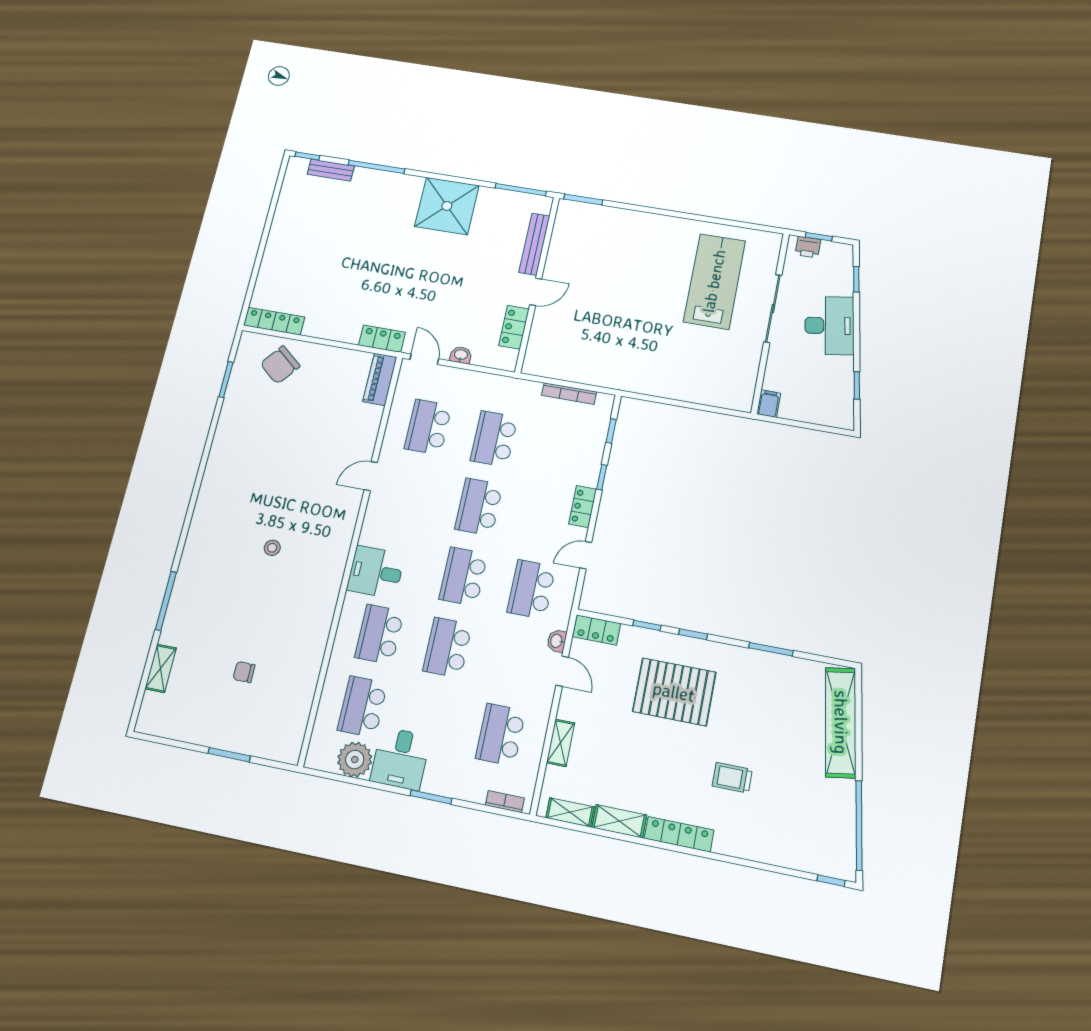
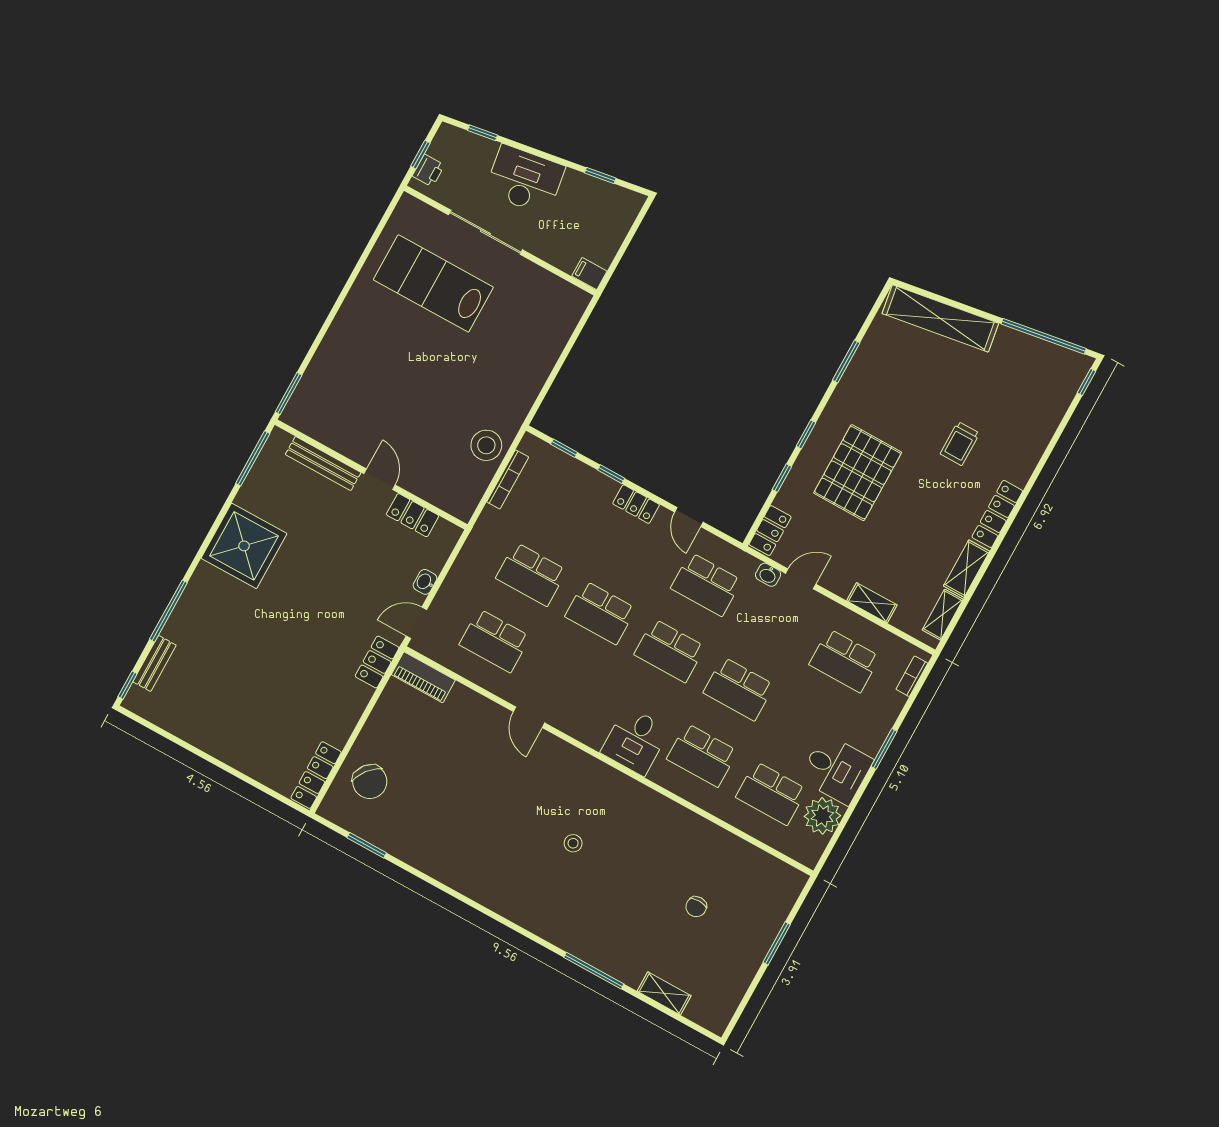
stool: (592, 367) -> (486, 445), added

